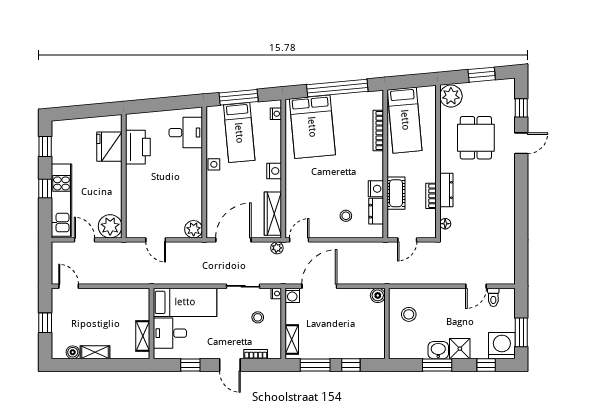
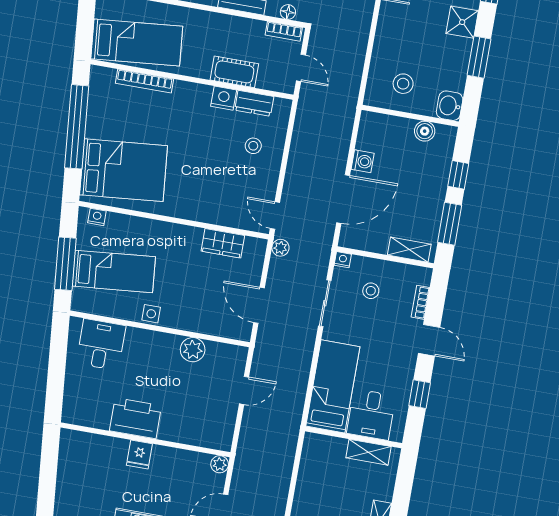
fridge: (109, 147) -> (139, 454), moved, width x0.53, depth x0.75
printer: (138, 147) -> (135, 418), moved
nightstand: (274, 171) -> (175, 233), removed
bookcase: (431, 196) -> (284, 31), moved
wardrobe: (273, 214) -> (223, 243), width x0.67
plant: (110, 226) -> (220, 464), width x0.53, depth x0.53
plant: (194, 229) -> (193, 350), moved
door: (156, 240) -> (244, 390), moved
door: (233, 240) -> (259, 305), width x0.73
door: (319, 286) -> (343, 199), swing flipped
washing machine: (292, 295) -> (363, 161), moved
boiler: (378, 295) -> (425, 131), moved
washbasin: (438, 350) -> (450, 106), moved
door: (230, 365) -> (429, 340), hinge flipped

